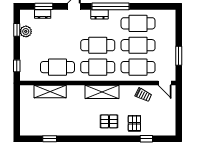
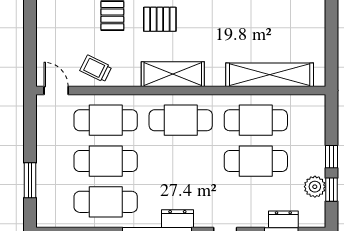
cafe table: (98, 45) -> (256, 161), moved
window: (179, 56) -> (30, 180), moved
window: (17, 66) -> (331, 157), moved
shelving: (50, 92) -> (270, 75), width x1.47

